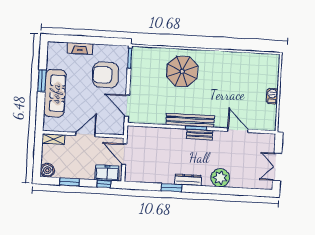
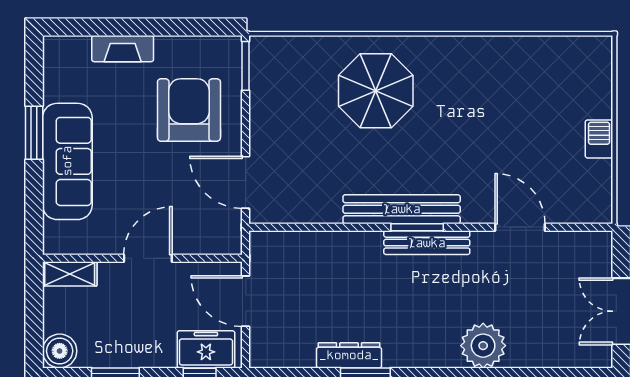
armchair: (106, 75) -> (189, 110), turned 90
bench: (200, 134) -> (427, 243), width x1.36
dresser: (188, 180) -> (349, 355), moved

